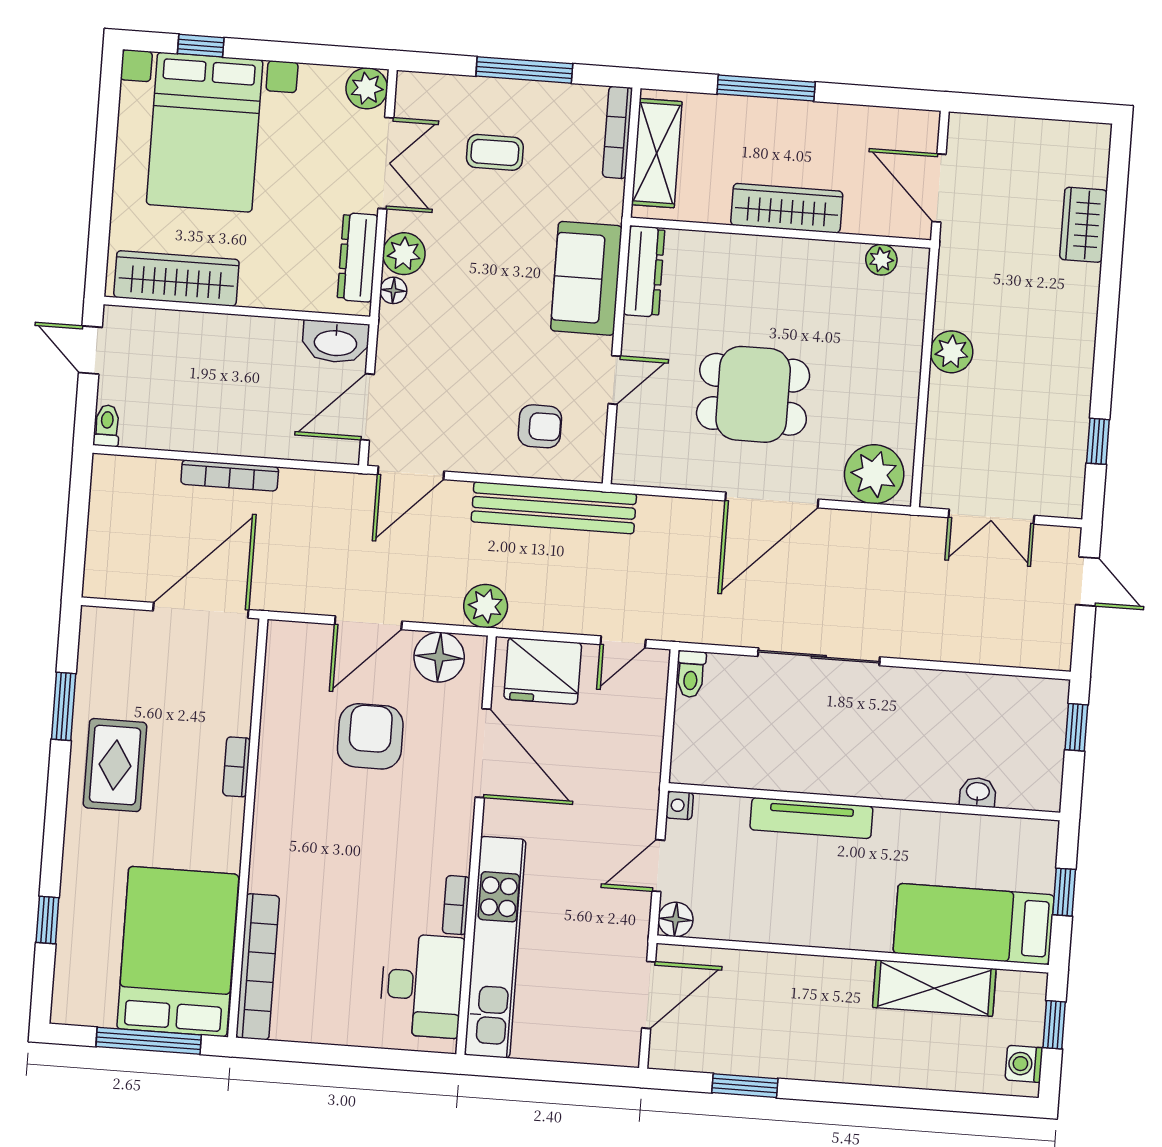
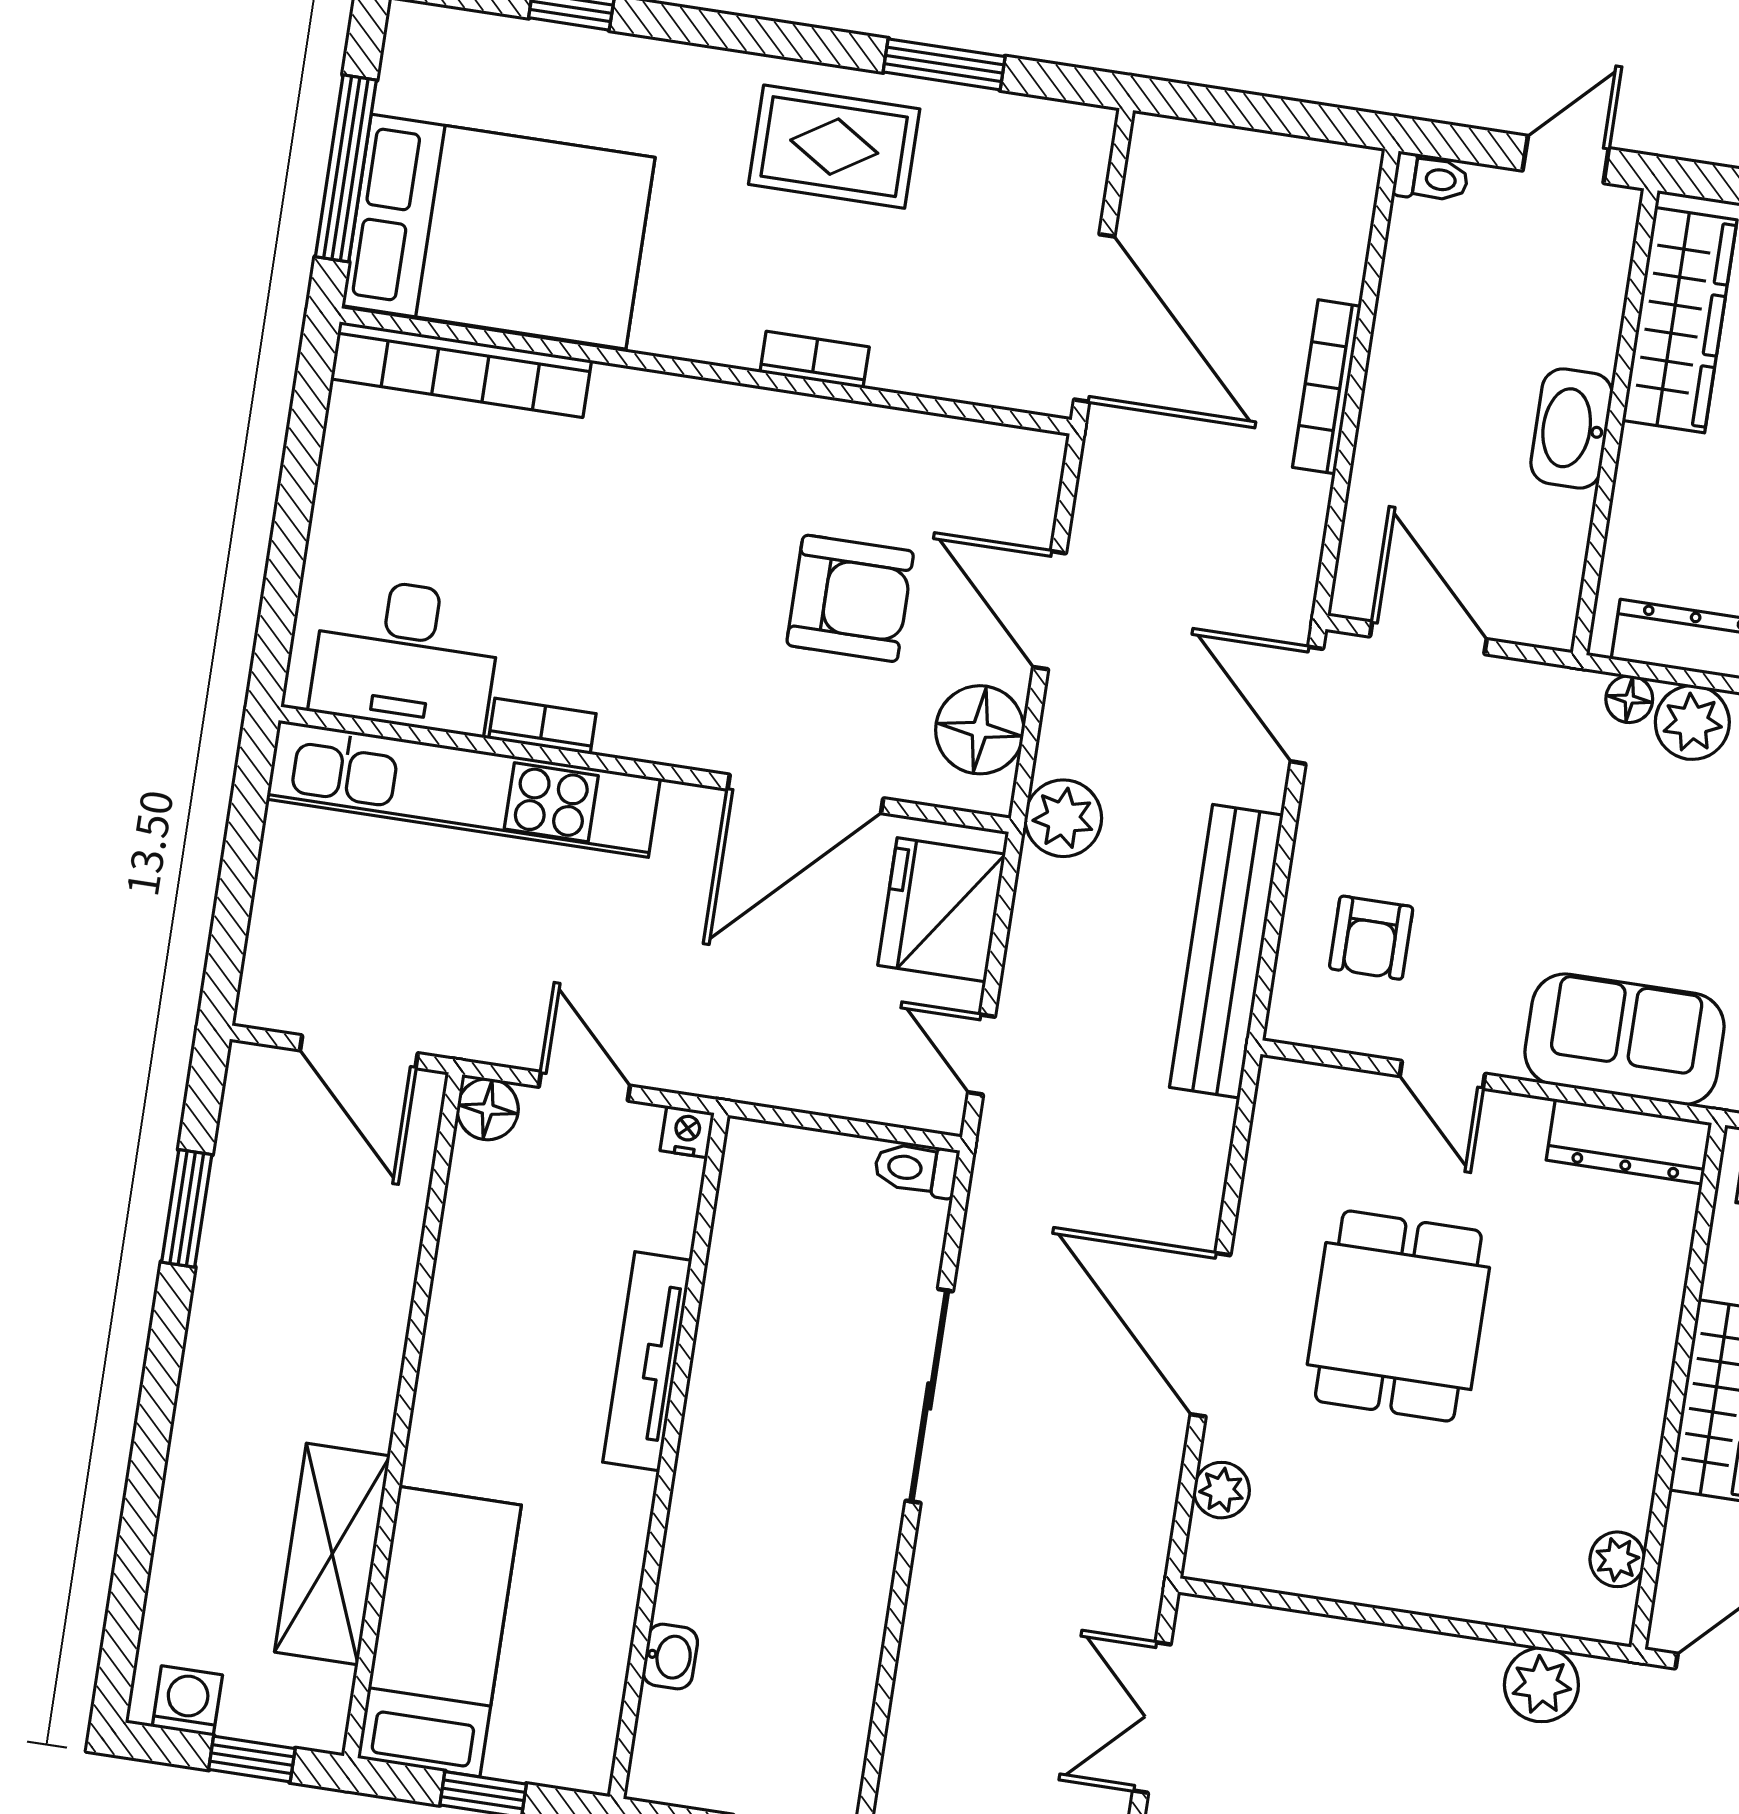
washbasin: (336, 342) -> (1572, 428), moved
plant: (952, 352) -> (1541, 1685), moved
plant: (874, 474) -> (1222, 1490), width x0.53, depth x0.53

